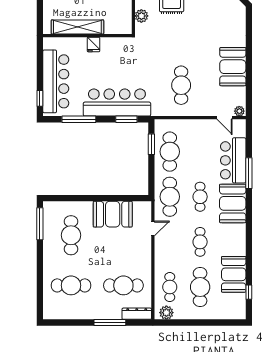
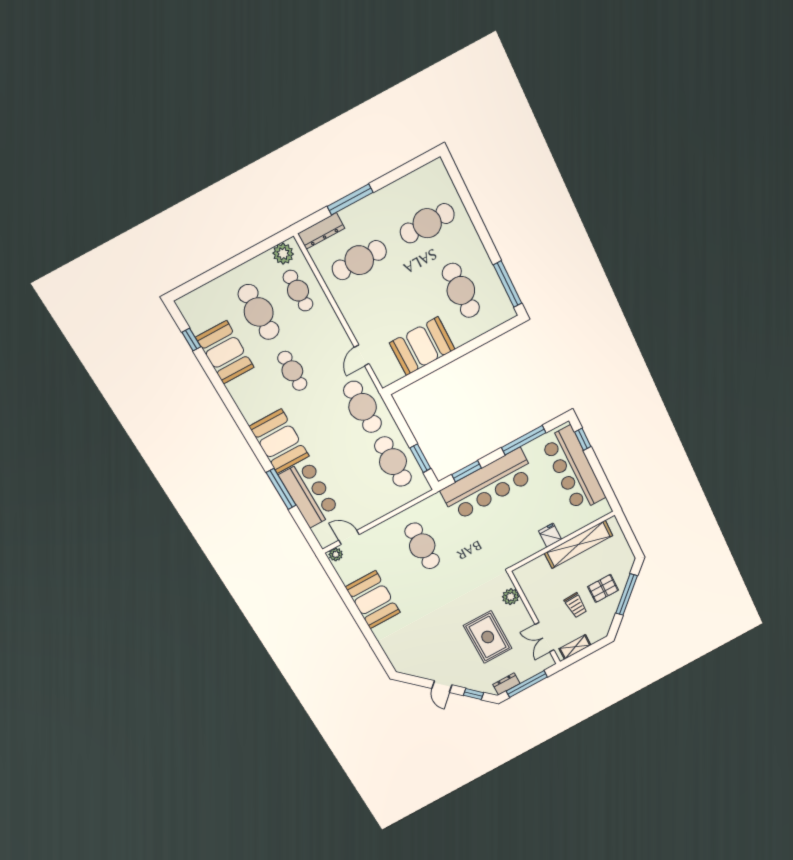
cafe table: (200, 197) -> (325, 427), removed

